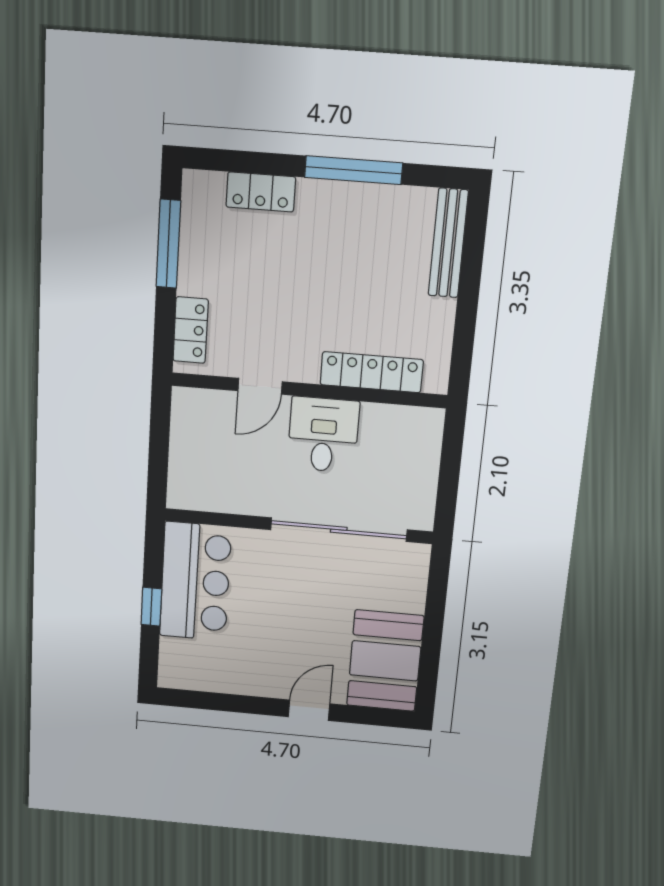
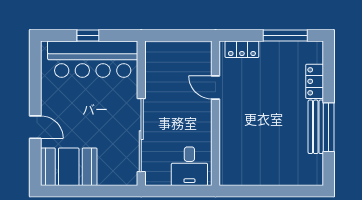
bench: (448, 243) -> (316, 127), moved, turned 90
locker: (372, 372) -> (228, 145), removed
desk: (323, 435) -> (189, 166), moved, turned 90
bar counter: (195, 582) -> (93, 59), width x1.36

